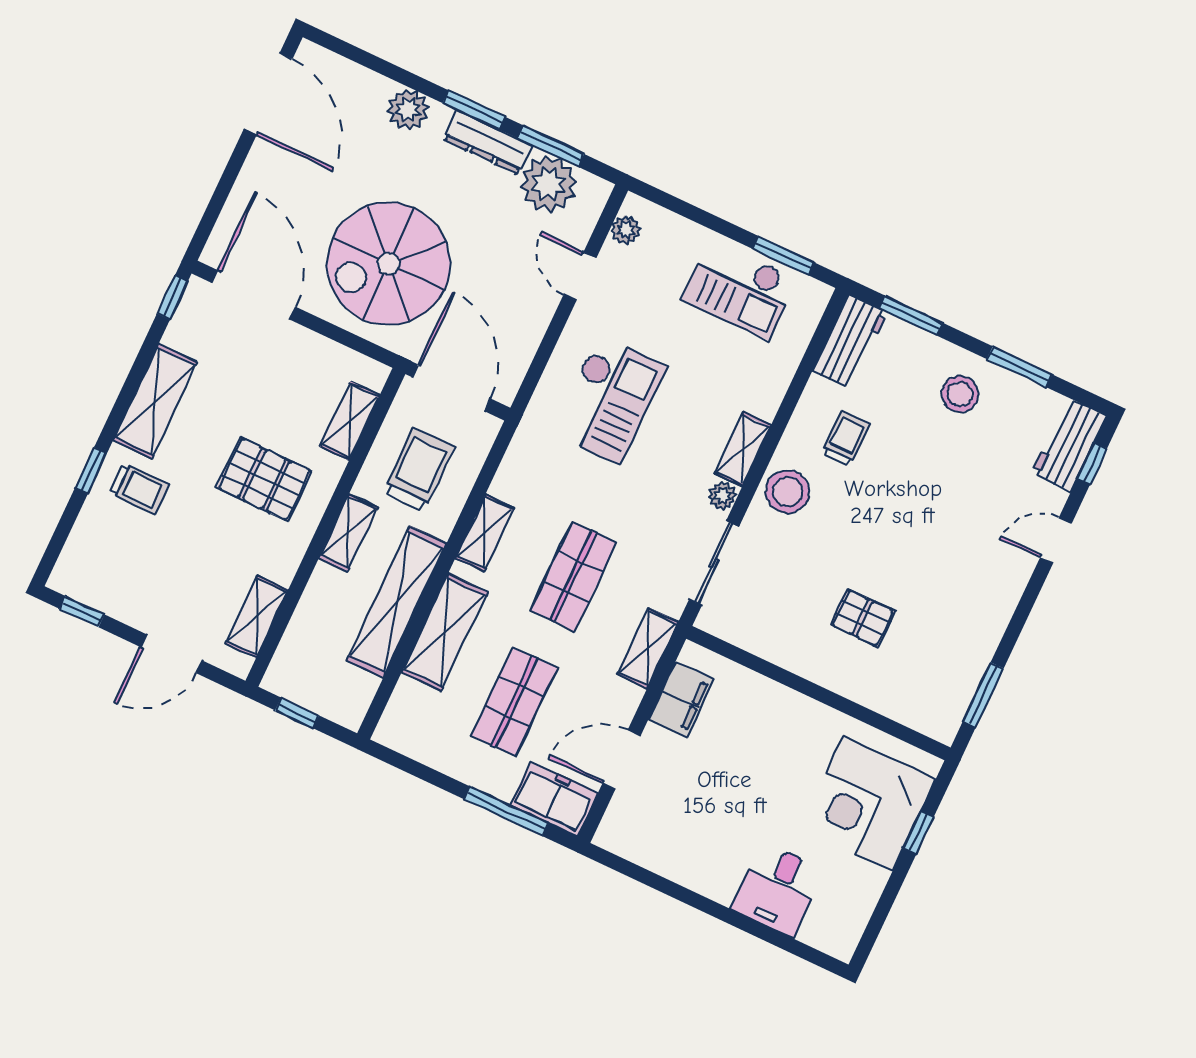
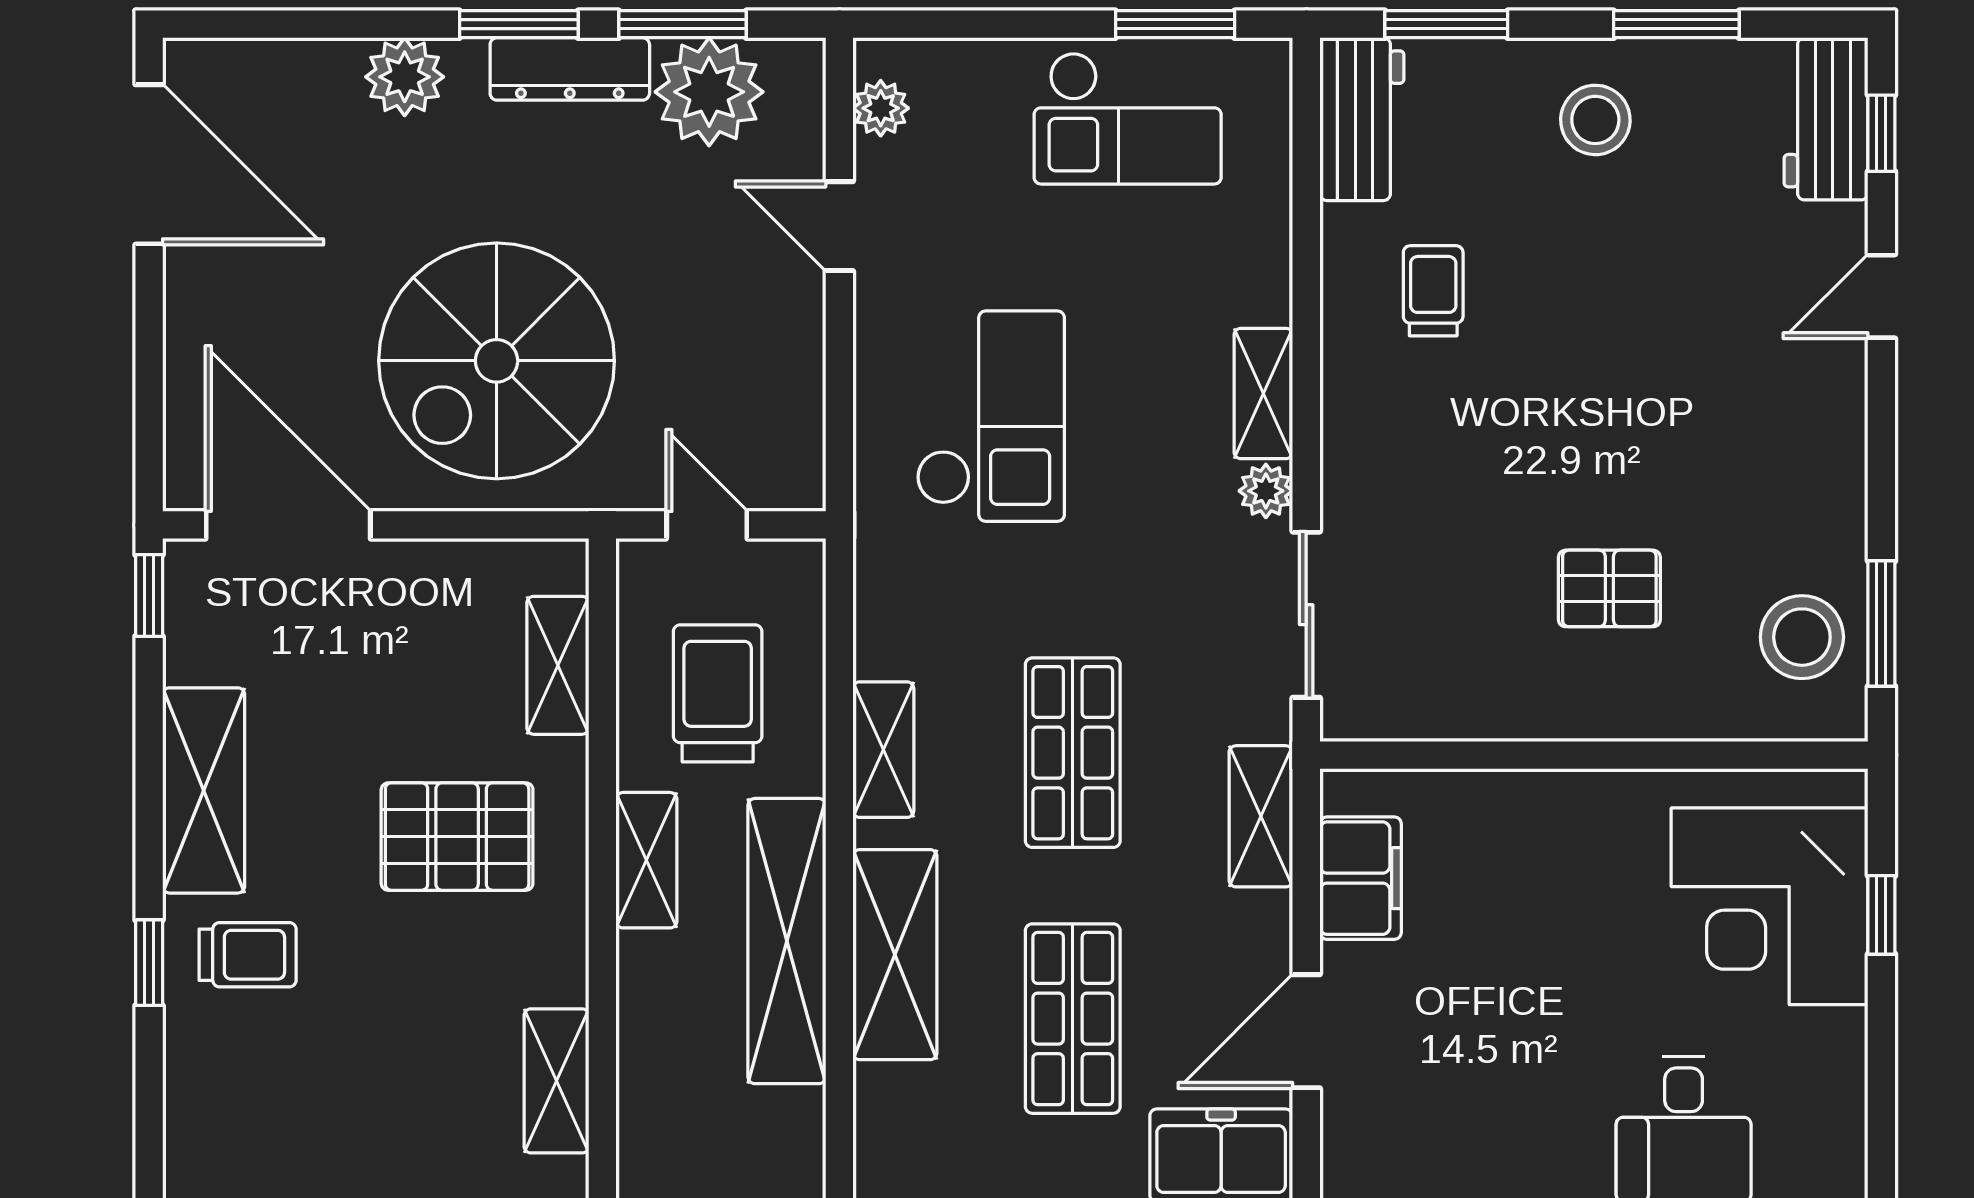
door: (451, 388) -> (707, 525), width x0.53
stool: (788, 492) -> (1802, 637), moved

